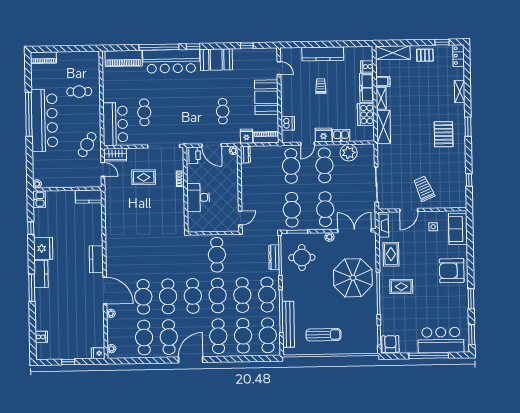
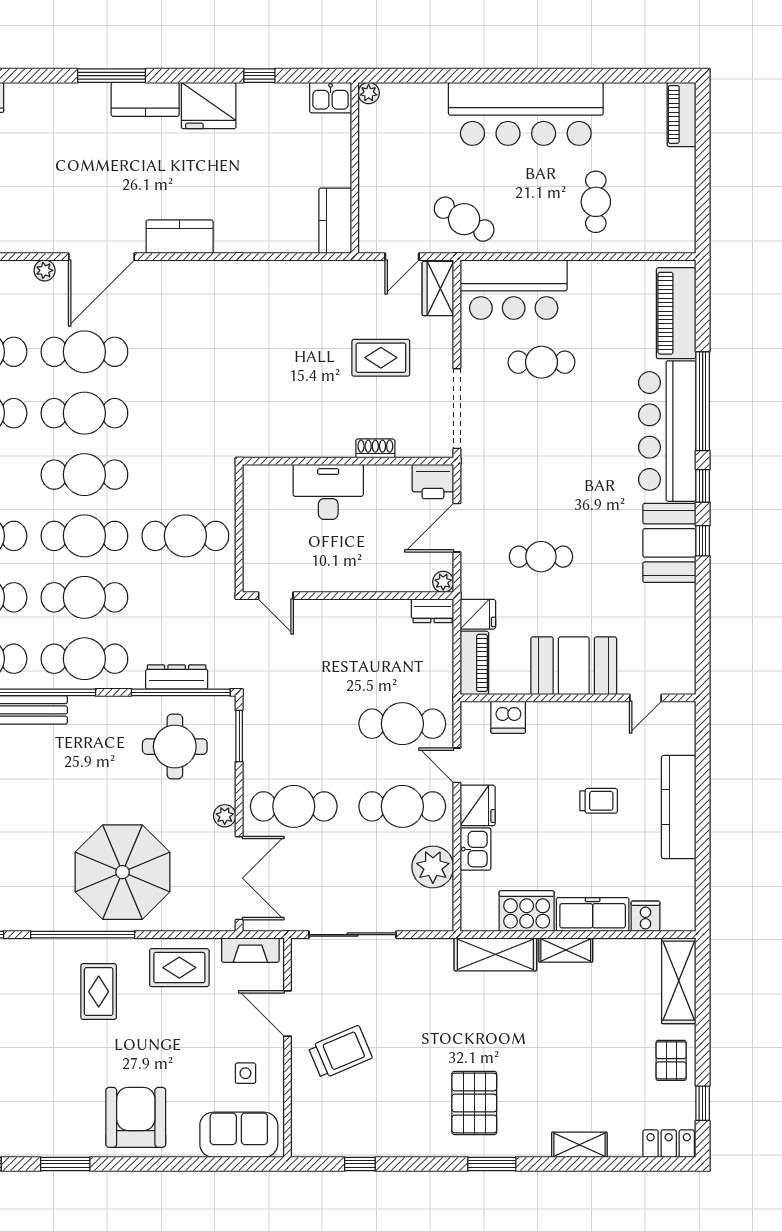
window: (247, 46) -> (703, 541), moved
filing cabinet: (383, 81) -> (608, 955), removed
window: (29, 114) -> (541, 76), removed
pallet: (444, 134) -> (474, 1103), turned 90
rug: (144, 177) -> (381, 358), turned 90
cafe table: (292, 210) -> (294, 724), removed

